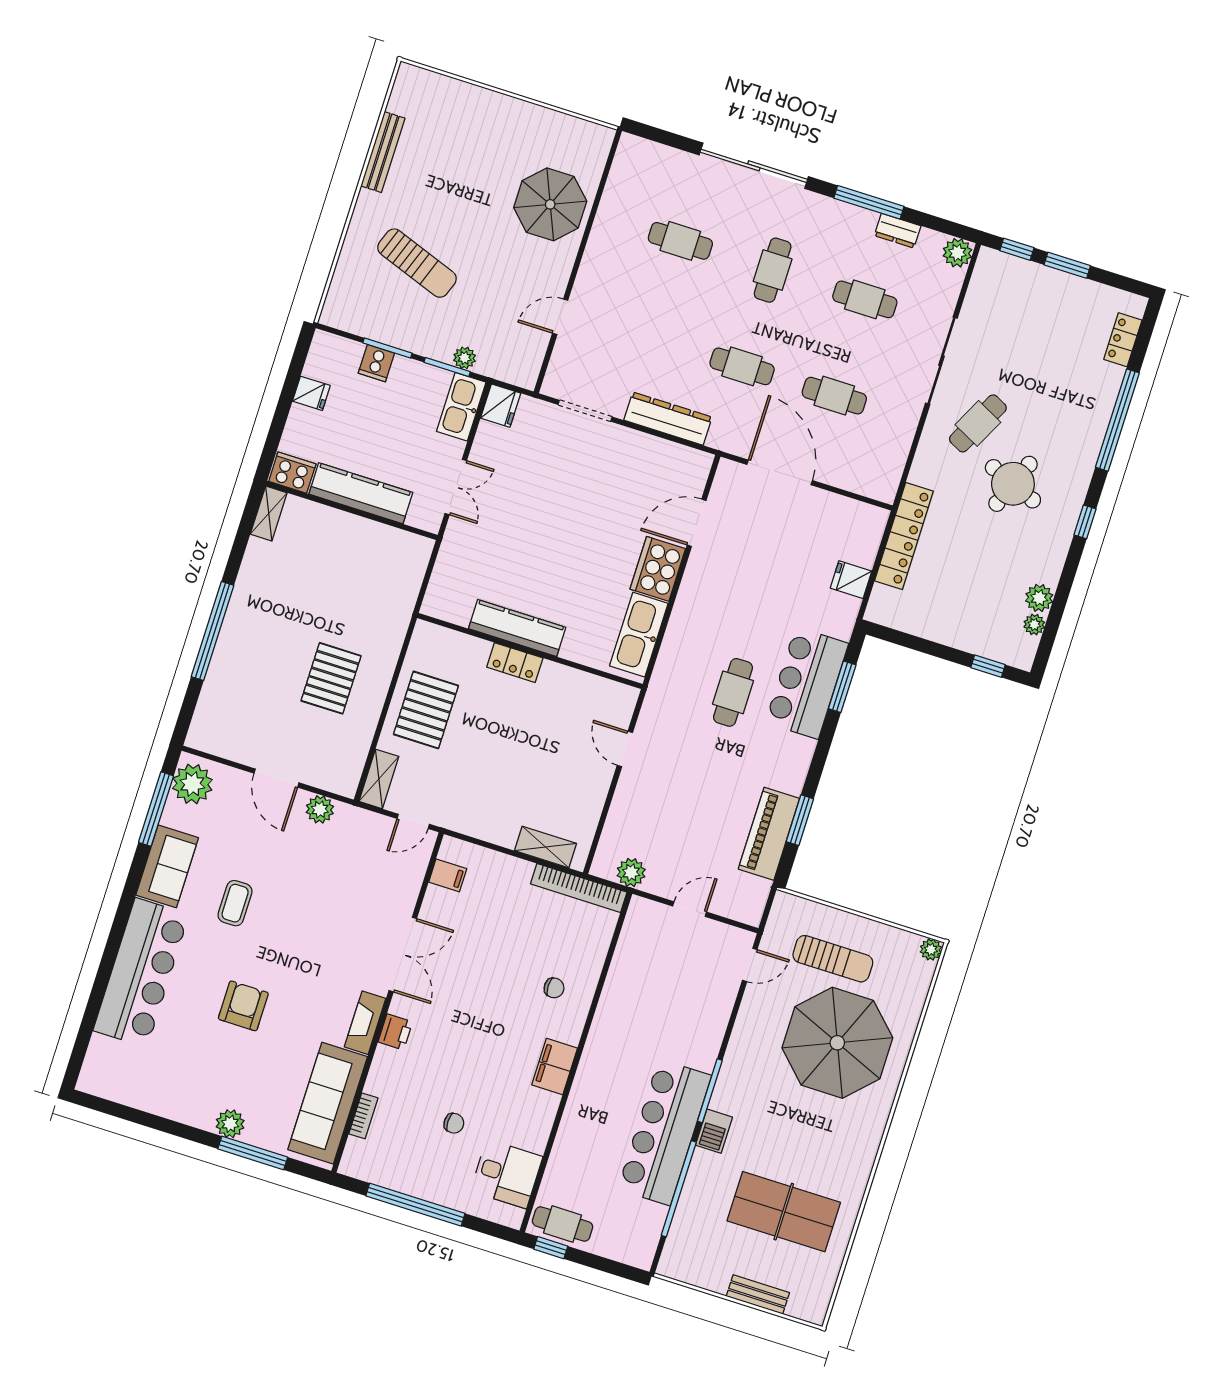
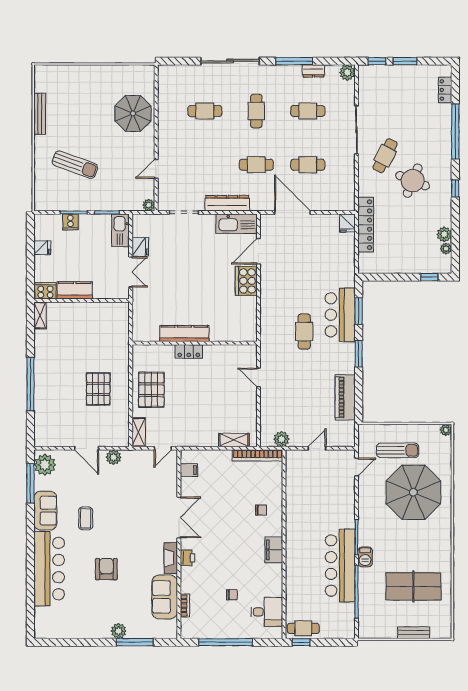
plant: (465, 358) -> (149, 205), moved
fridge: (501, 406) -> (140, 247), moved
kitchen counter: (361, 493) -> (75, 290), width x0.67
fridge: (851, 580) -> (347, 223), moved, turned -90
kitchen sink: (639, 635) -> (236, 224), moved, turned -90
window: (800, 820) -> (359, 354), moved
sofa: (328, 1103) -> (165, 597), width x0.73

